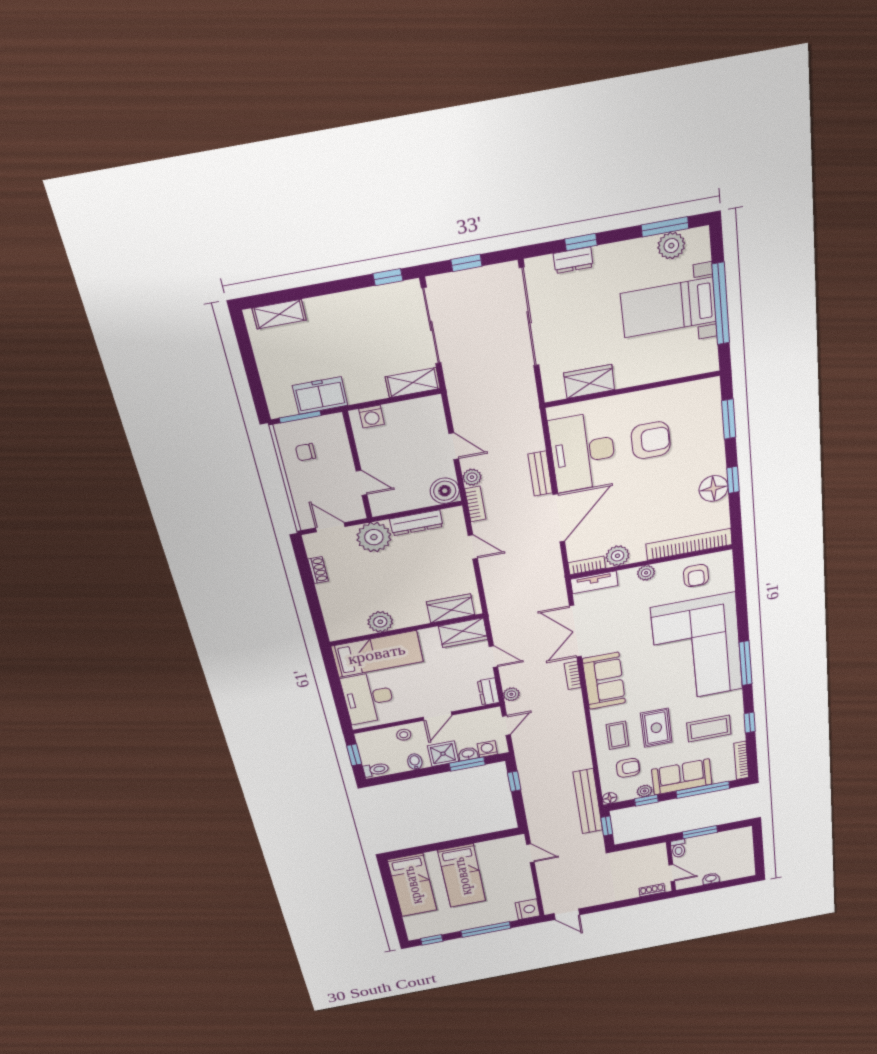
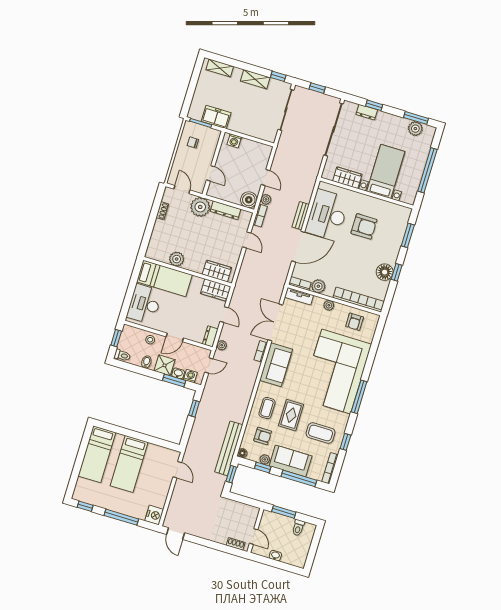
bed with nightstands: (669, 308) -> (386, 171), moved, turned 90
shelving: (413, 383) -> (255, 79), moved
toilet: (678, 848) -> (298, 528), moved

